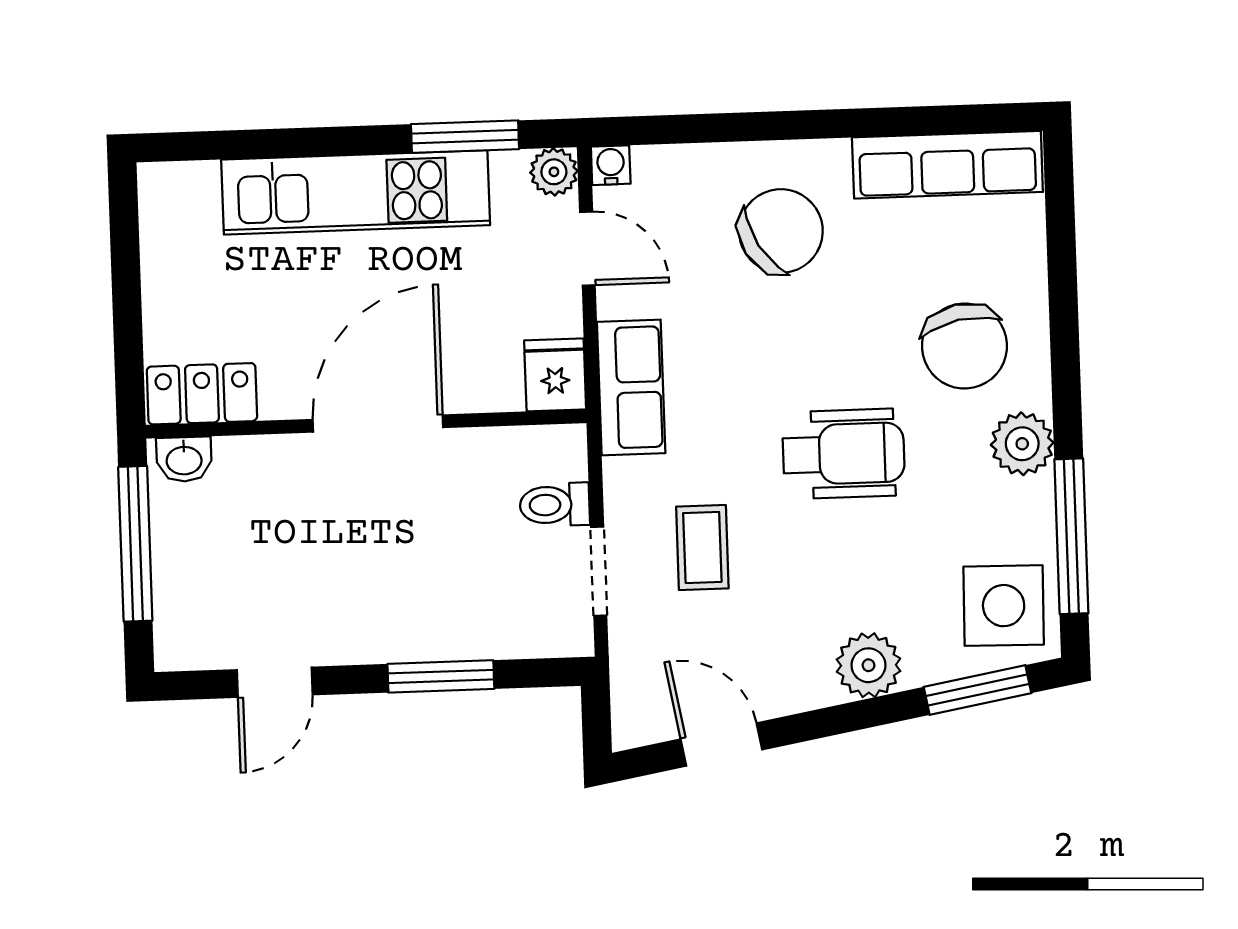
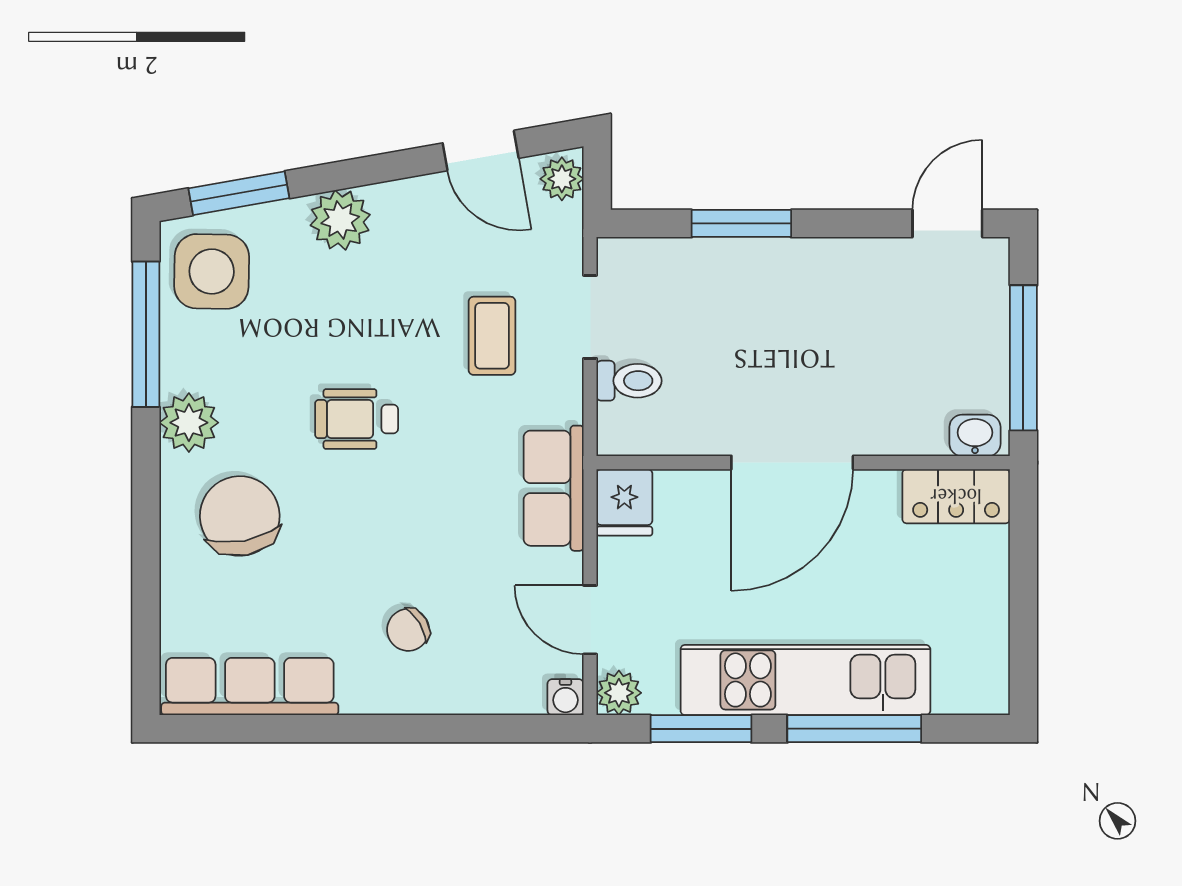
window: (302, 142) -> (854, 729), added
chair: (781, 231) -> (408, 630), width x0.54, depth x0.54
wheelchair: (844, 454) -> (357, 419), width x0.73, depth x0.73
door: (275, 682) -> (947, 223), moved
plant: (634, 717) -> (562, 179), added

